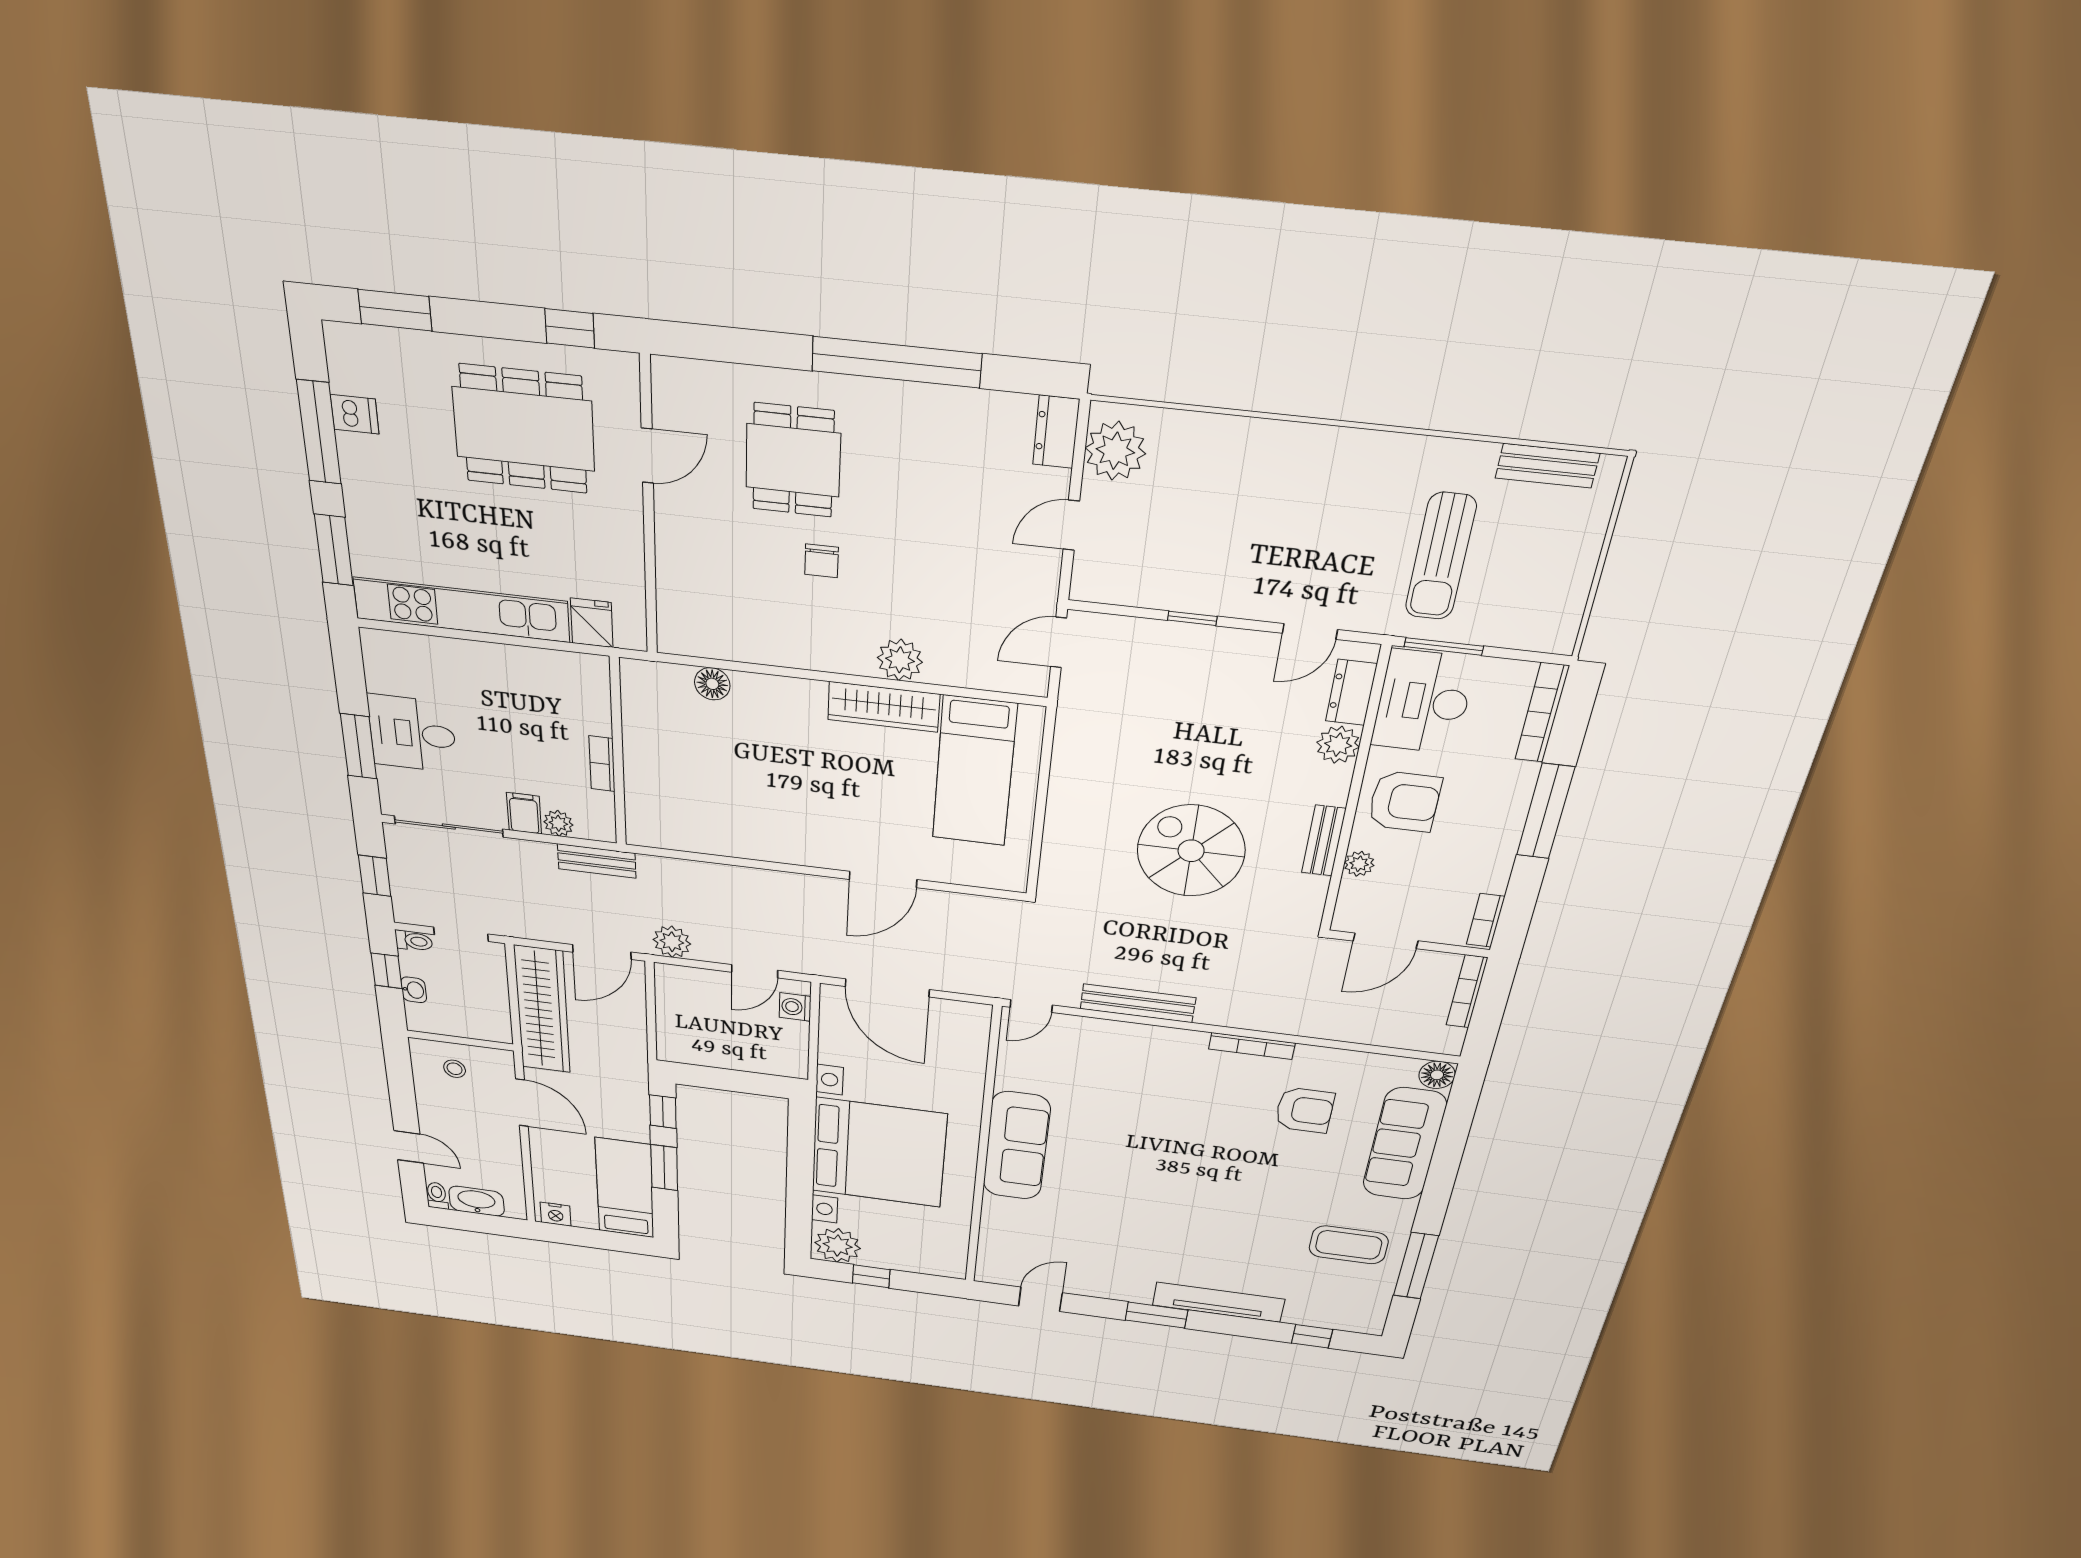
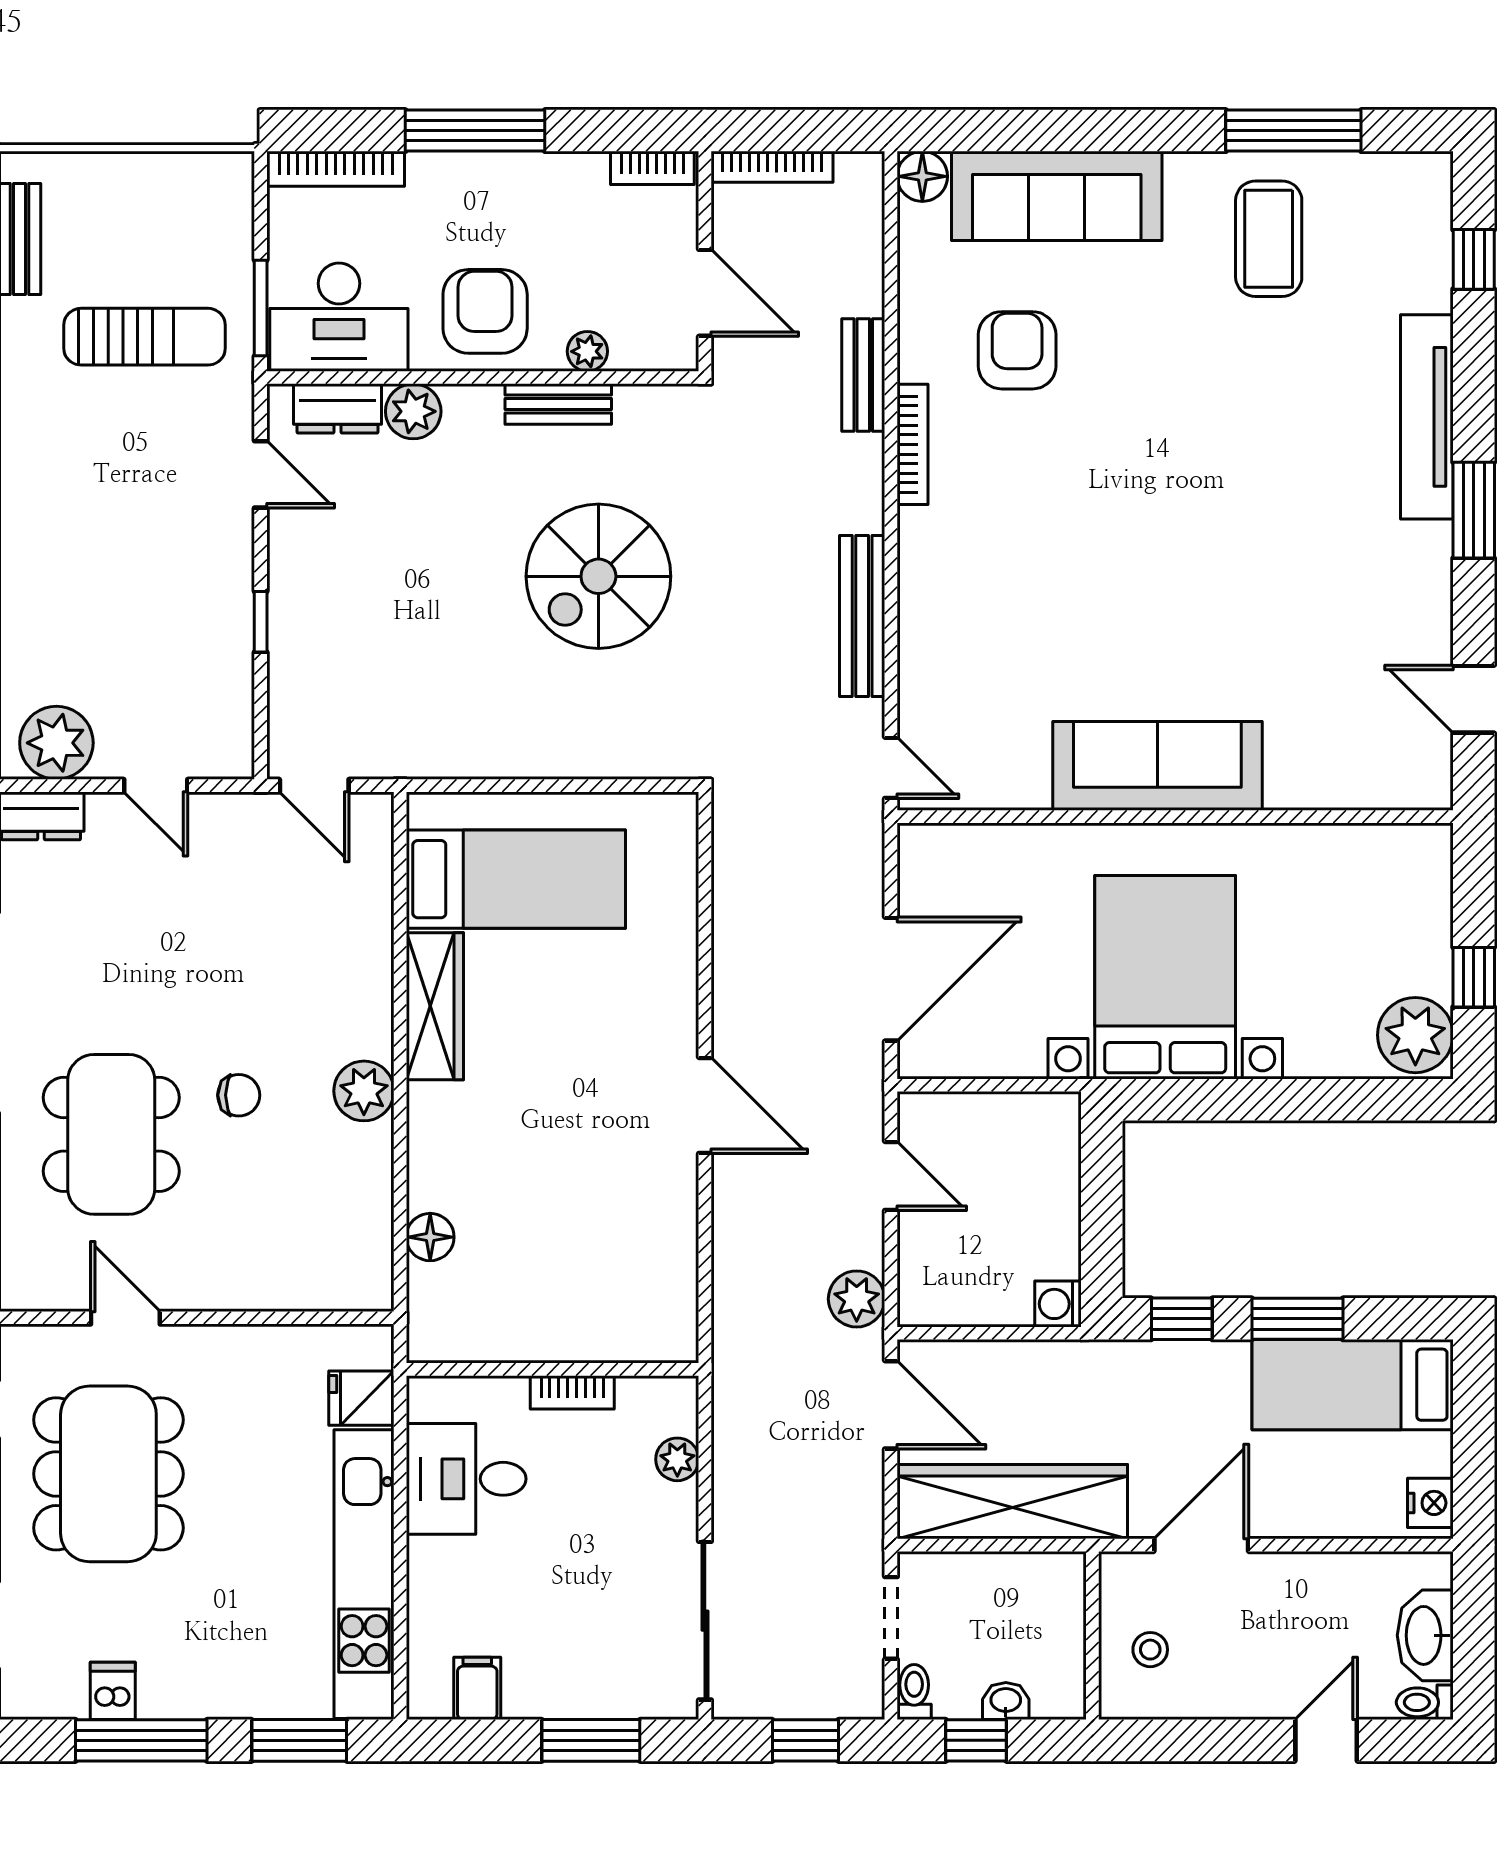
dining table: (793, 460) -> (111, 1134), width x1.38
plant: (900, 660) -> (364, 1091), moved
desk: (412, 734) -> (466, 1479), moved, turned 90
filing cabinet: (524, 813) -> (477, 1688), moved, turned 90
bench: (597, 861) -> (863, 375), moved
door: (883, 880) -> (705, 1105), moved
washing machine: (795, 1007) -> (1058, 1304), moved, turned 90
bed with nightstands: (879, 1153) -> (1165, 977), width x0.73

